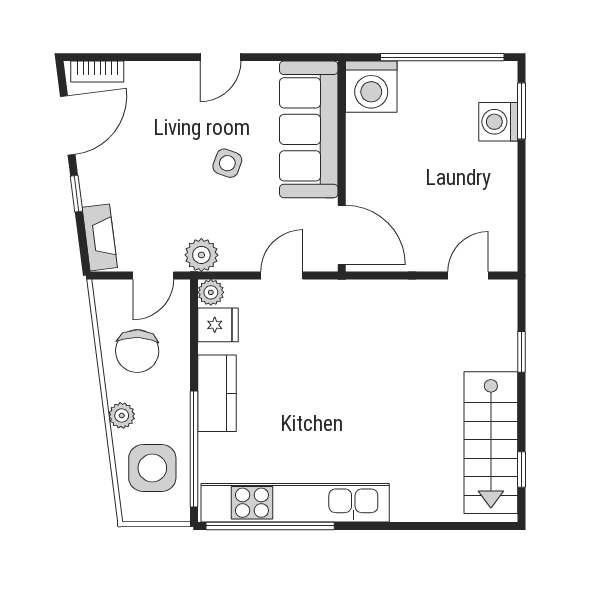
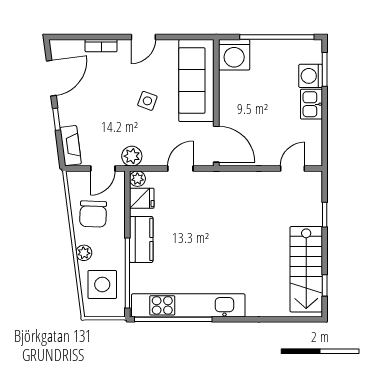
bookcase: (97, 72) -> (101, 46), moved
kitchen sink: (500, 169) -> (311, 104), added

